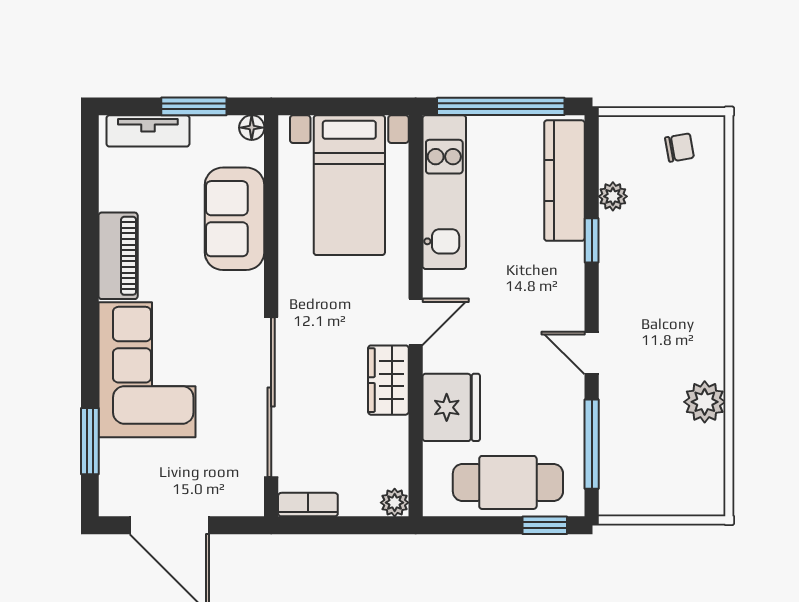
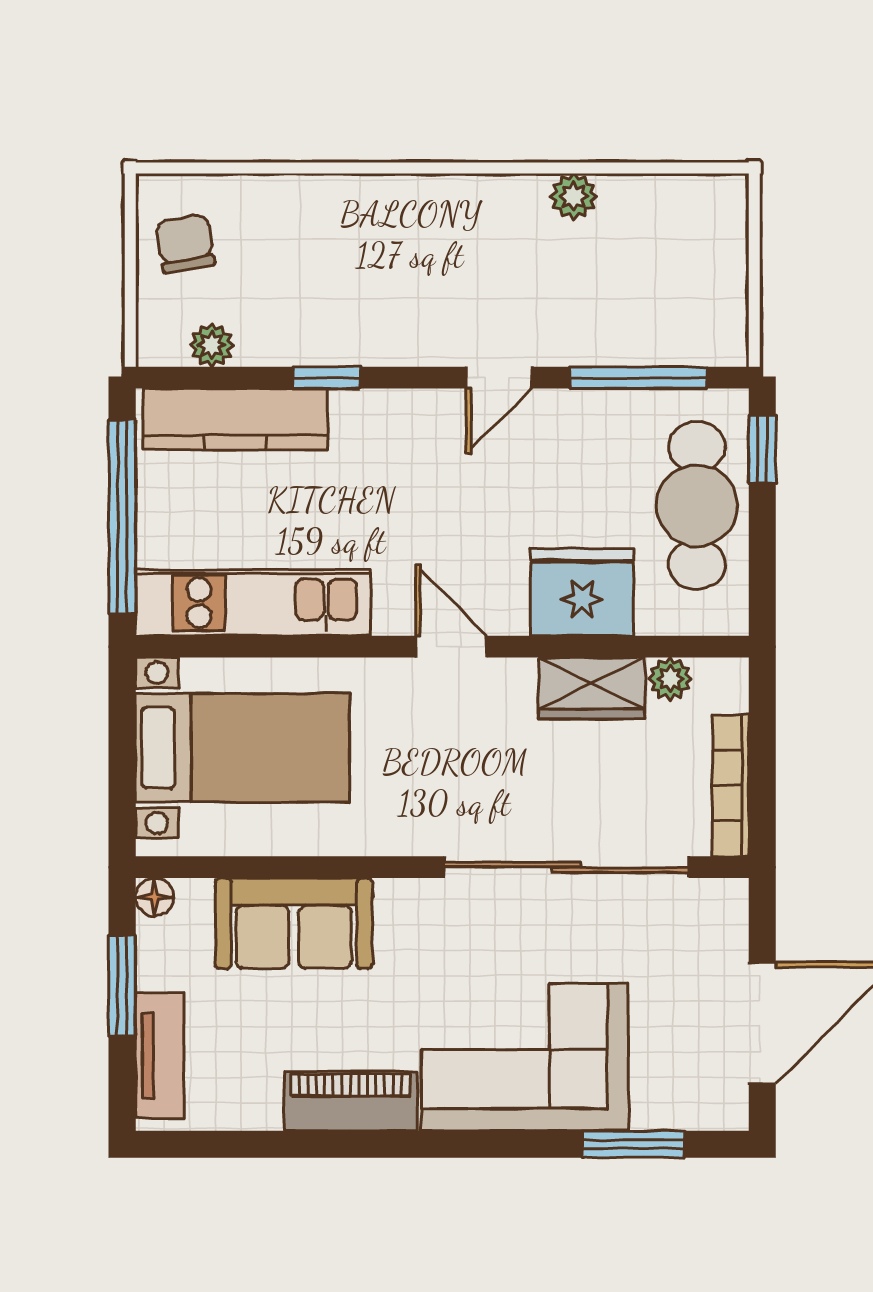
chair: (679, 148) -> (185, 243), width x1.37, depth x1.37
plant: (613, 196) -> (212, 345), moved
wardrobe: (388, 380) -> (591, 688), moved
plant: (705, 402) -> (574, 196), width x0.73, depth x0.73
plant: (395, 503) -> (670, 679), moved
bookcase: (308, 505) -> (731, 786), width x1.56

